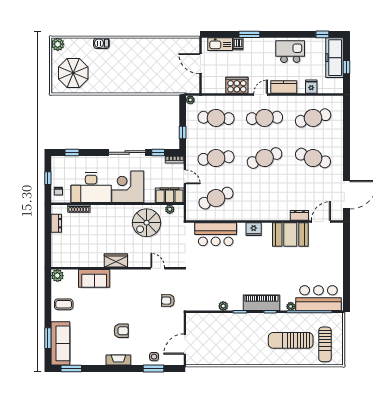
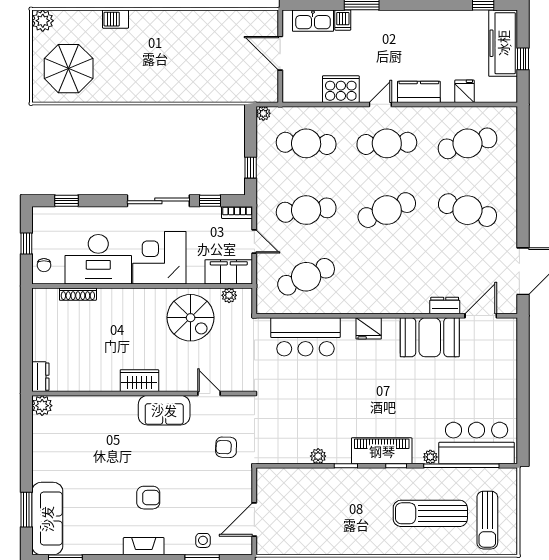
kitchen island: (290, 52) -> (430, 33), removed
dresser: (56, 223) -> (40, 377), moved
spiral stairs: (147, 223) -> (191, 318), turned -90
sofa: (94, 278) -> (164, 410), moved
coffee table: (64, 304) -> (53, 453), removed

